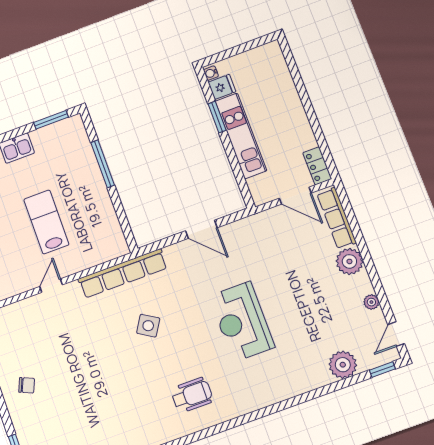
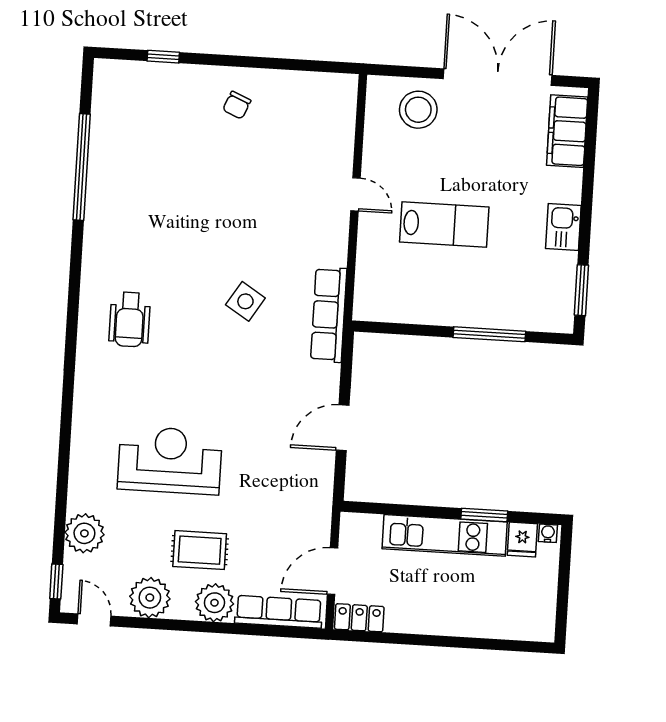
row of seats: (123, 273) -> (329, 315), width x0.73
rug: (320, 286) -> (200, 550), added
plant: (371, 302) -> (150, 598), width x1.88, depth x1.88
reception desk: (242, 322) -> (170, 460), moved

